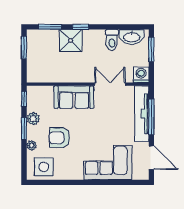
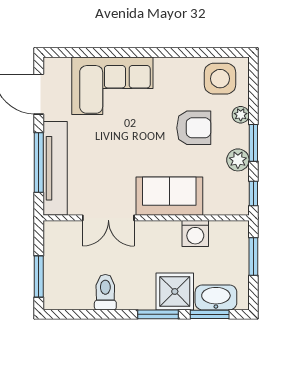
window: (81, 27) -> (158, 314), width x1.50
washbasin: (132, 37) -> (216, 297), moved
window: (24, 47) -> (253, 256), moved
washing machine: (141, 75) -> (195, 234), moved

